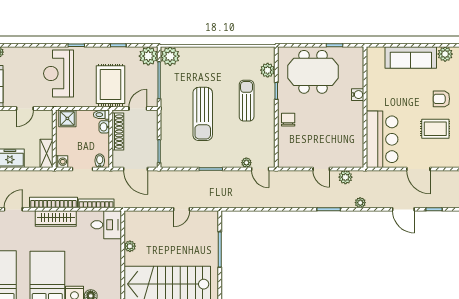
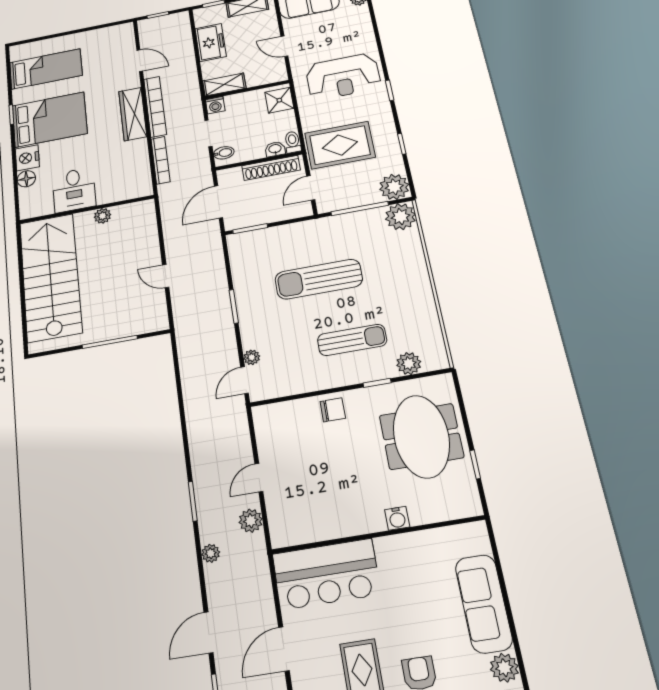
reception desk: (59, 73) -> (343, 77), turned 180
door: (138, 108) -> (311, 188), swing flipped
desk: (106, 225) -> (74, 190), moved

